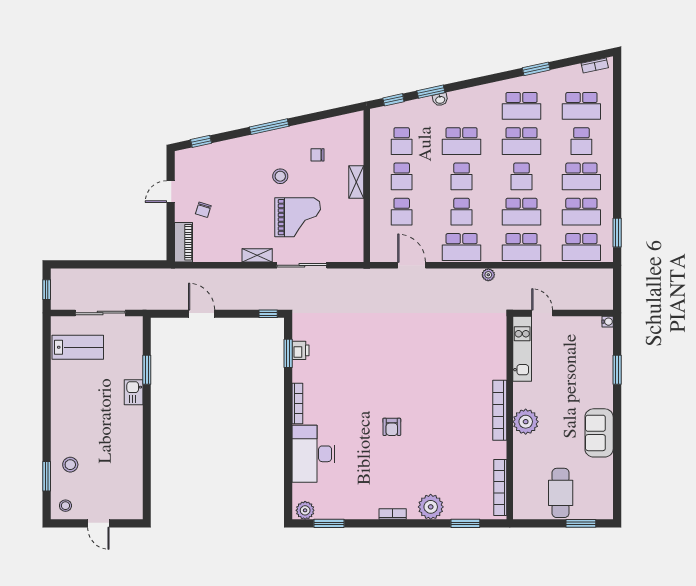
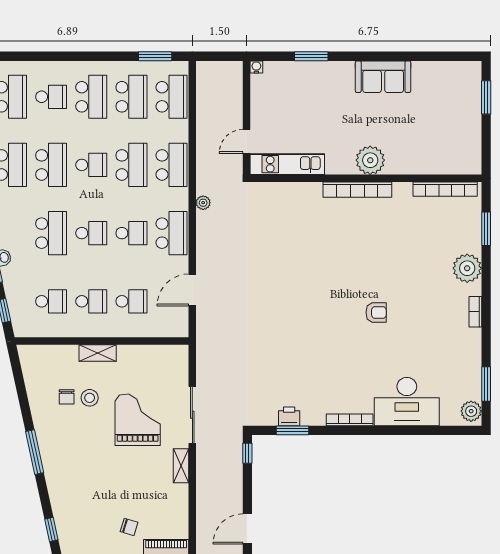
stool: (280, 176) -> (90, 398), moved
cafe table: (561, 493) -> (451, 121), removed

